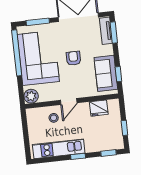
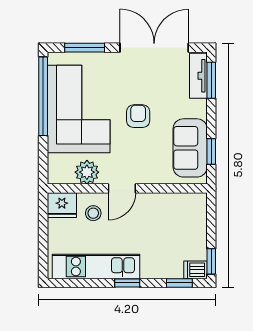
plant: (31, 96) -> (87, 172), moved
fridge: (99, 108) -> (62, 205), moved
window: (124, 128) -> (211, 261), moved
dishwasher: (117, 144) -> (195, 270), added

